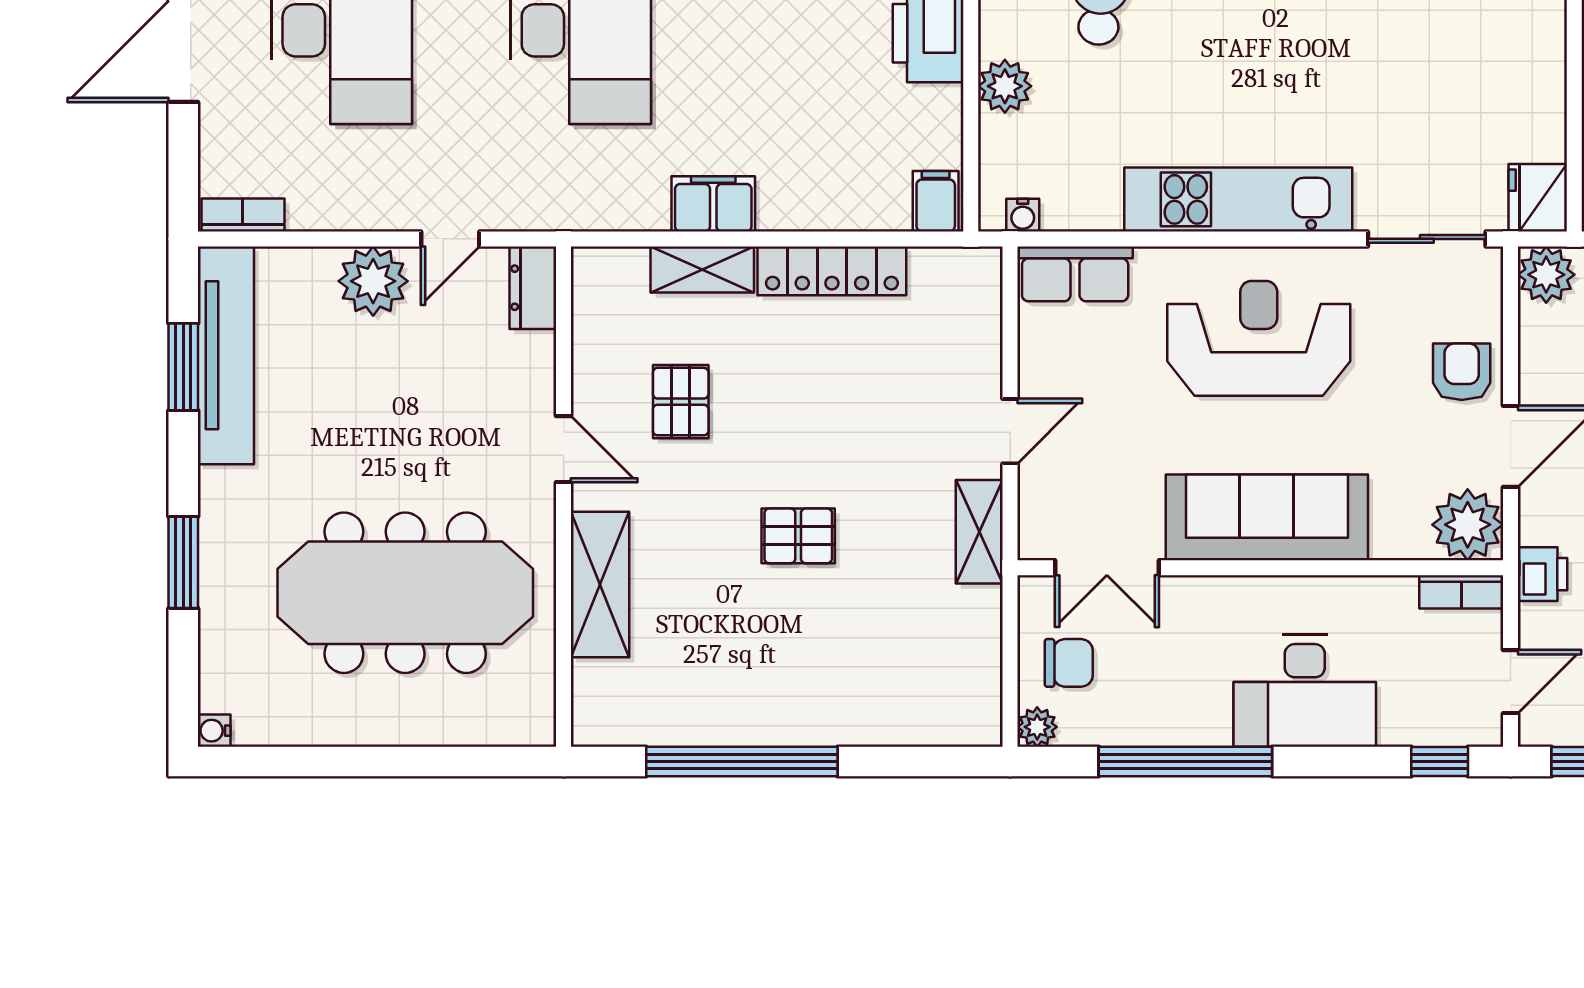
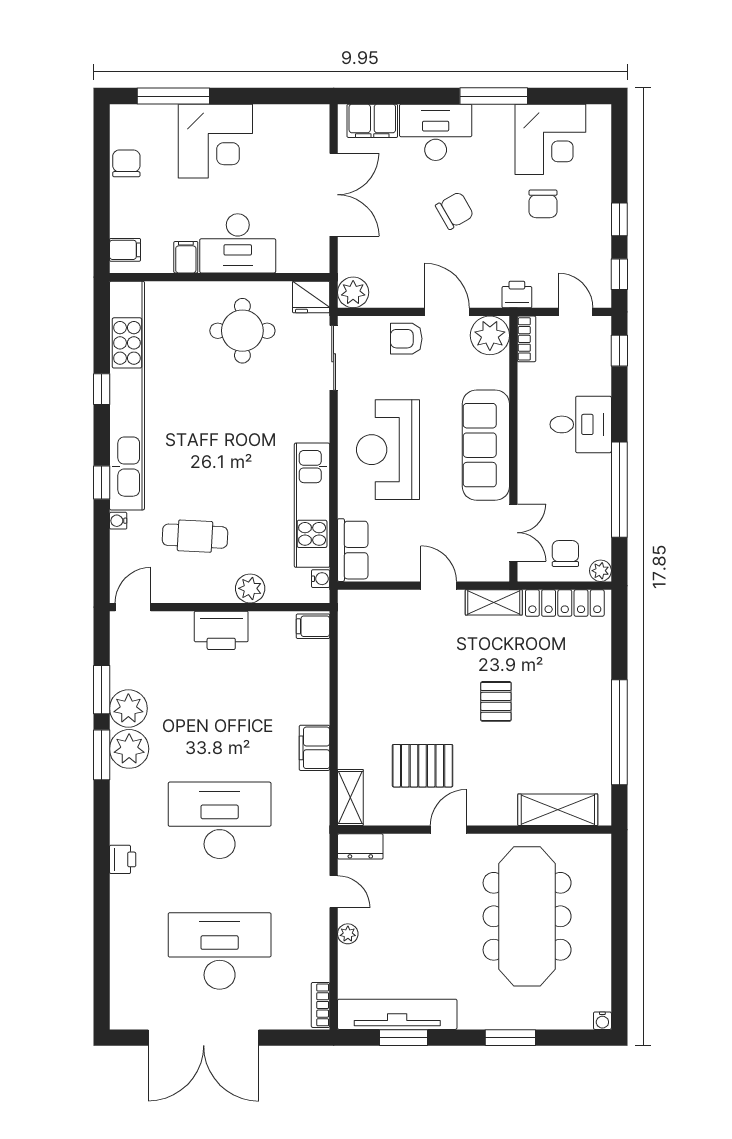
round table: (1476, 72) -> (242, 331), added
kitchen unit: (1238, 199) -> (312, 505), moved
shelving: (702, 269) -> (350, 797), moved
locker: (832, 271) -> (565, 603), moved, turned 90
plant: (373, 281) -> (348, 934), width x0.53, depth x0.53
pallet: (681, 402) -> (423, 766), width x1.50, depth x1.42
shelving: (600, 585) -> (558, 810), moved
desk: (1305, 691) -> (581, 424), width x0.73

